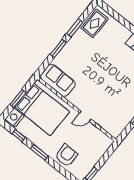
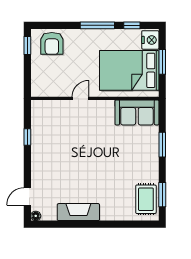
window: (75, 28) -> (162, 195), moved
window: (39, 152) -> (97, 25), width x1.44
armchair: (66, 155) -> (52, 43), moved

